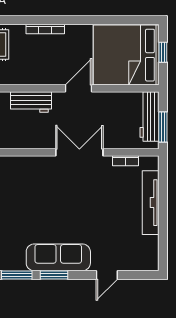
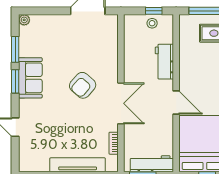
armchair: (58, 197) -> (83, 85), added
sofa: (58, 257) -> (30, 78), width x0.73

